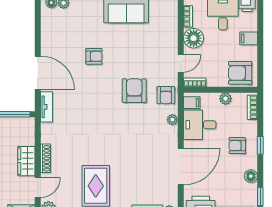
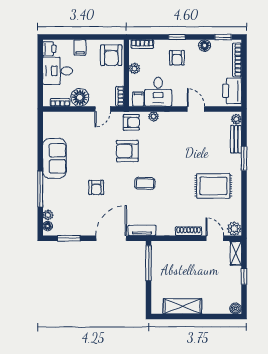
window: (38, 26) -> (69, 238), added
armchair: (94, 56) -> (96, 187), turned 180
door: (181, 63) -> (103, 109), swing flipped
coffee table: (99, 110) -> (145, 183), added
wardrobe: (26, 161) -> (191, 249), removed
door: (181, 167) -> (196, 109), width x0.53

